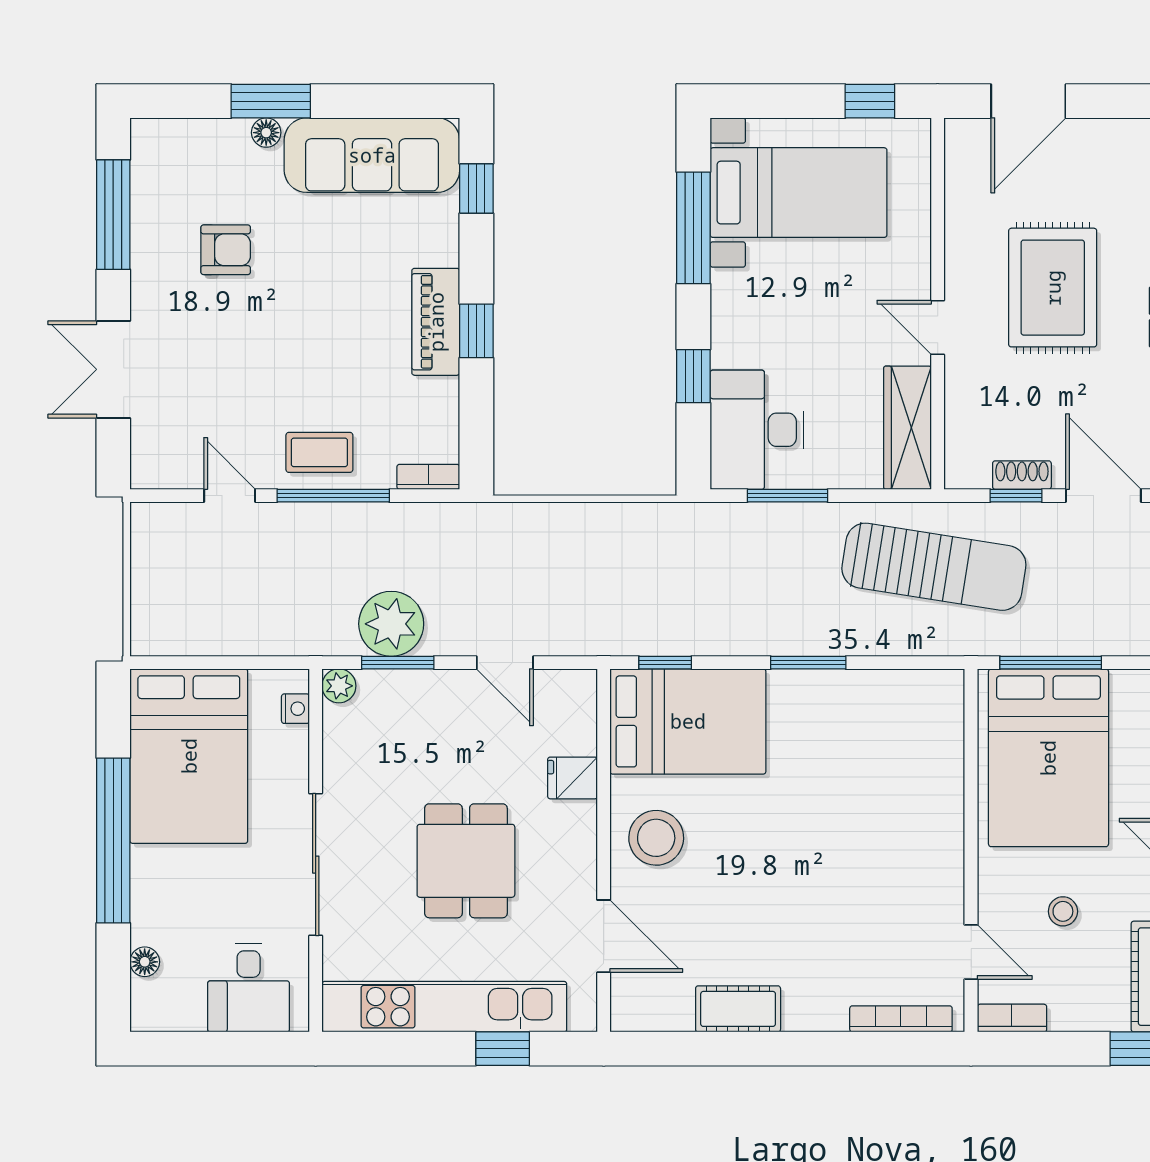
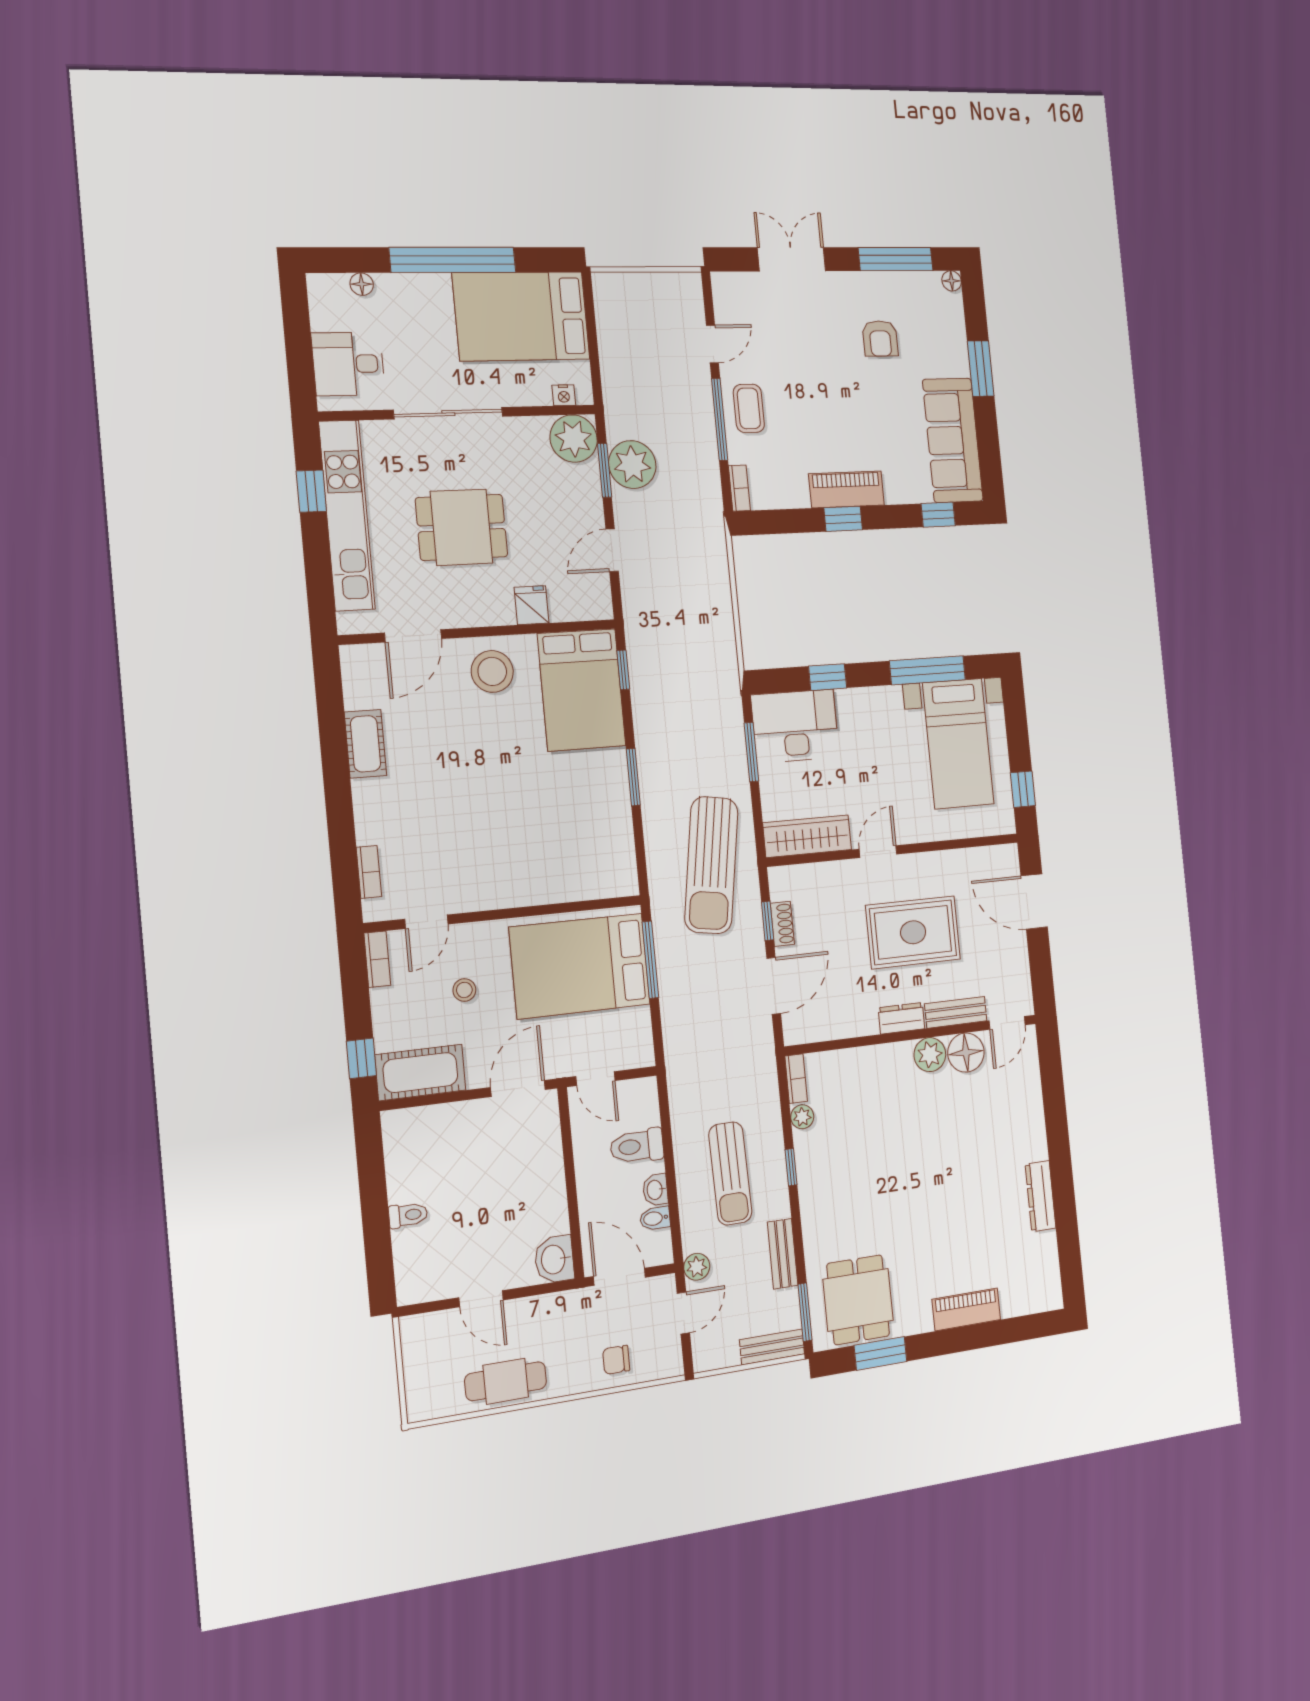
floor lamp: (266, 133) -> (952, 281), moved
plant: (339, 686) -> (574, 439), width x1.88, depth x1.88
bookcase: (901, 1019) -> (369, 872), width x0.64
window: (503, 1049) -> (311, 491), moved

